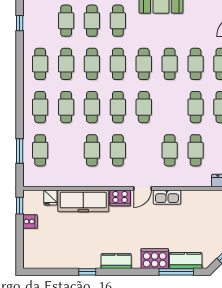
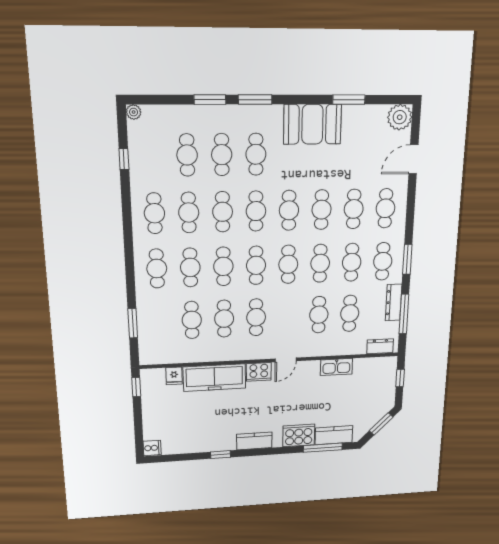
cafe table: (170, 107) -> (320, 263), added
cafe table: (40, 150) -> (192, 320), moved
kitchen sink: (167, 197) -> (336, 367), moved
cooker: (30, 222) -> (152, 448), moved

